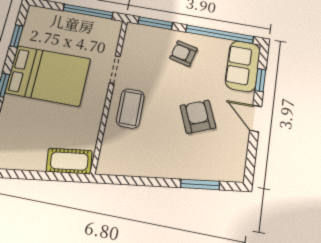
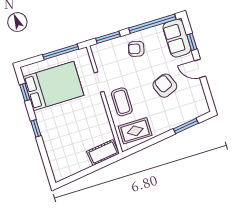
bed: (48, 76) -> (53, 86), moved
rug: (128, 155) -> (135, 131), added

